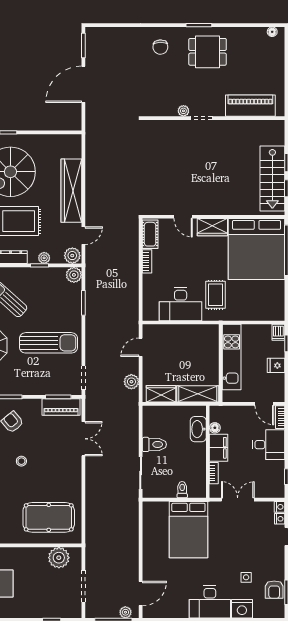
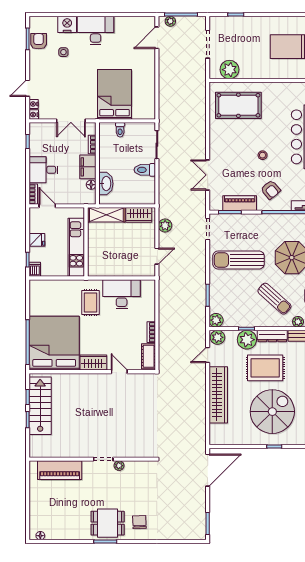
dining table: (208, 52) -> (108, 523), moved
door: (83, 84) -> (208, 470), moved
plant: (44, 258) -> (247, 340), width x1.88, depth x1.88
piano: (61, 407) -> (240, 203), moved

